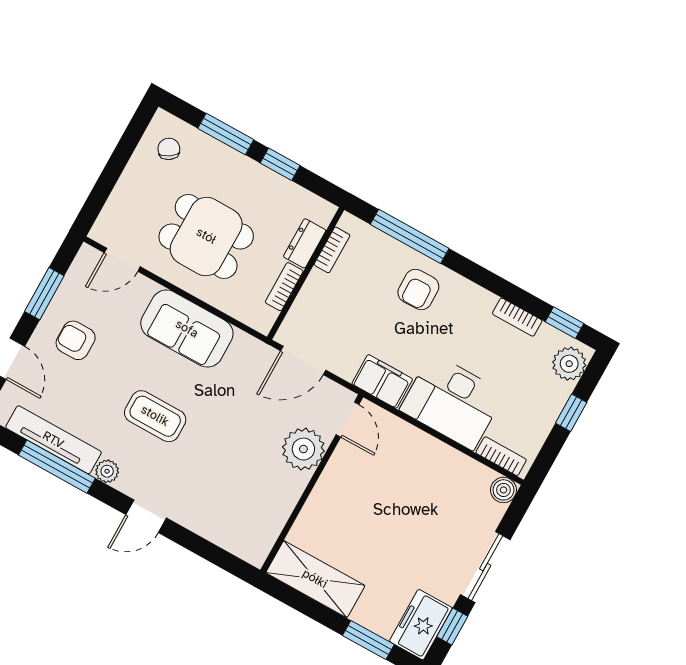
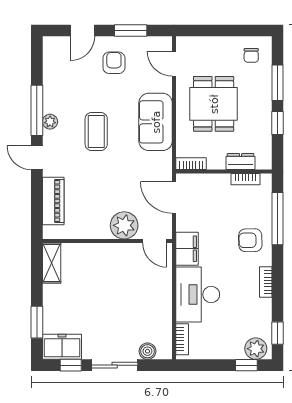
chair: (169, 149) -> (251, 55), turned 123
bookcase: (284, 287) -> (191, 164), moved
bookcase: (517, 317) -> (266, 282), moved
window: (571, 413) -> (246, 365), moved
door: (347, 420) -> (155, 241), hinge flipped
tv unit: (53, 440) -> (51, 82), removed
window: (57, 467) -> (37, 110), moved
boiler: (504, 490) -> (147, 351), moved
piano: (217, 527) -> (53, 201), added
shelving: (315, 579) -> (52, 263), width x0.67, depth x0.75

